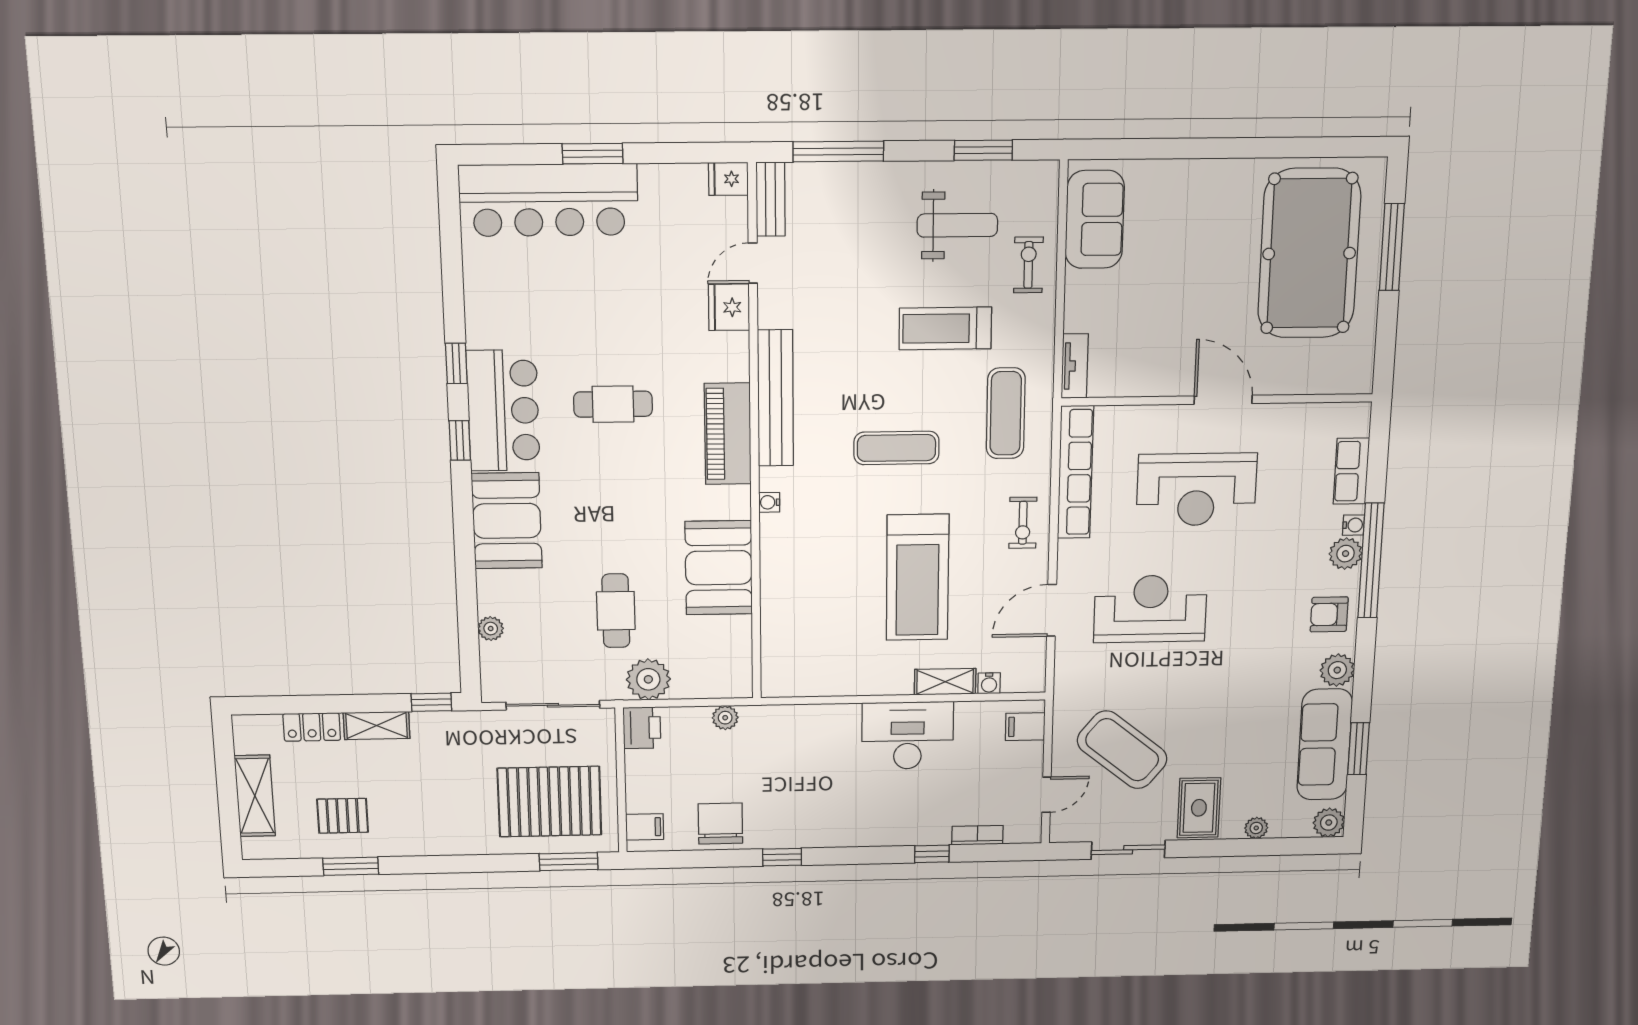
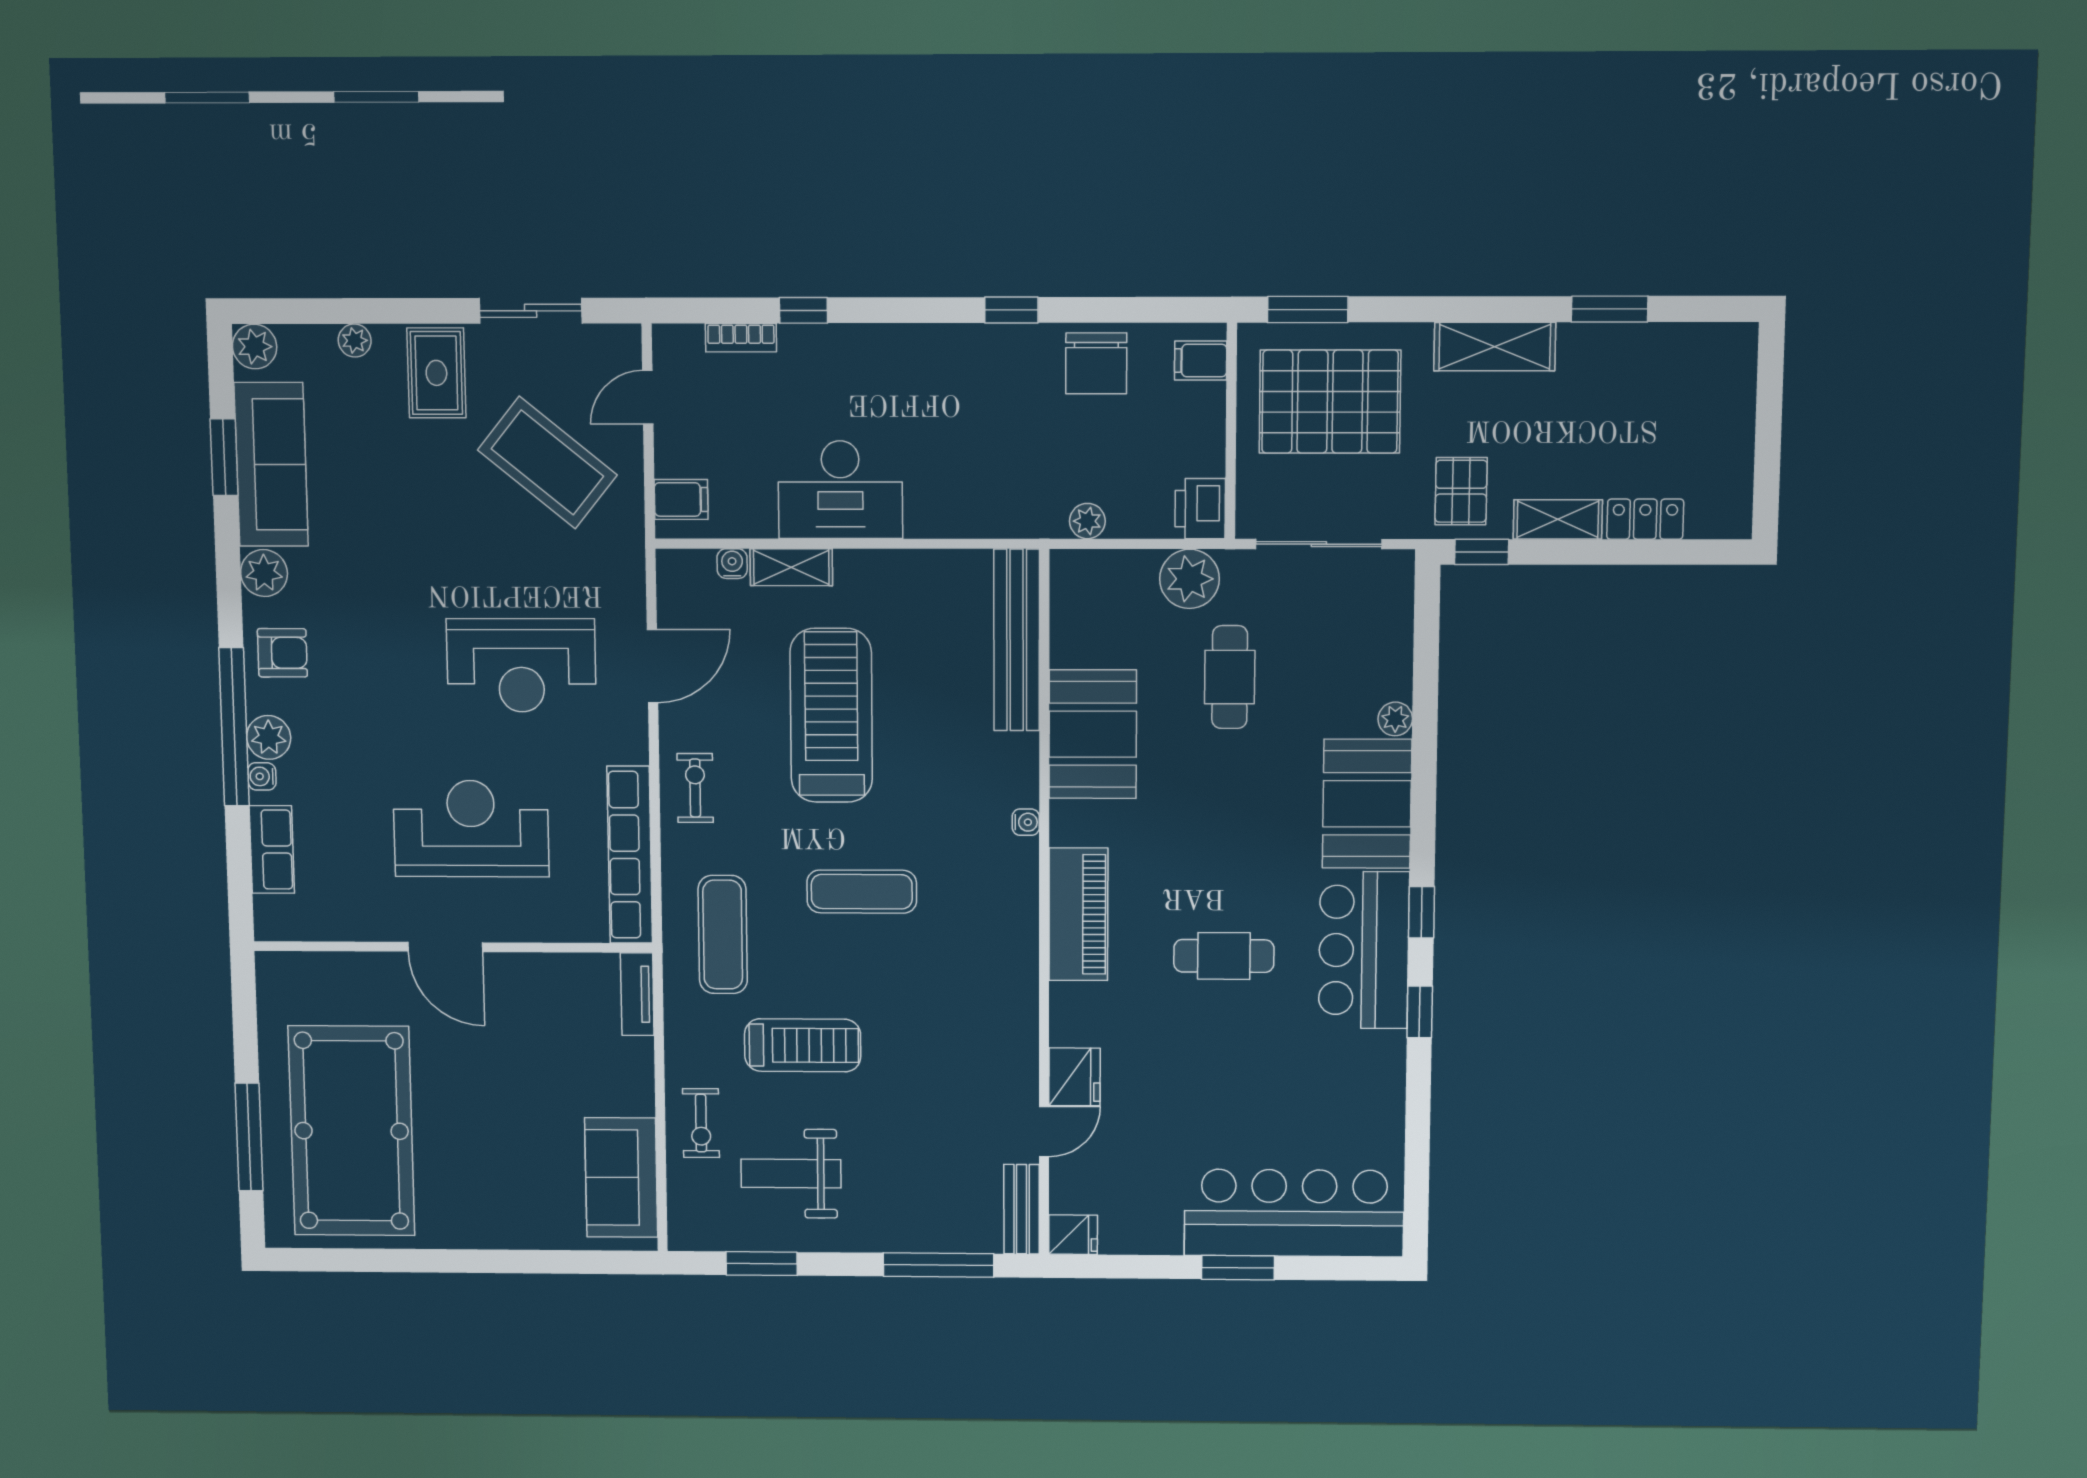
bench: (776, 398) -> (1017, 640), moved
plant: (491, 629) -> (1395, 719), moved
shelving: (255, 796) -> (1495, 347), moved, turned 90
pallet: (343, 816) -> (1461, 491), moved, turned 90

